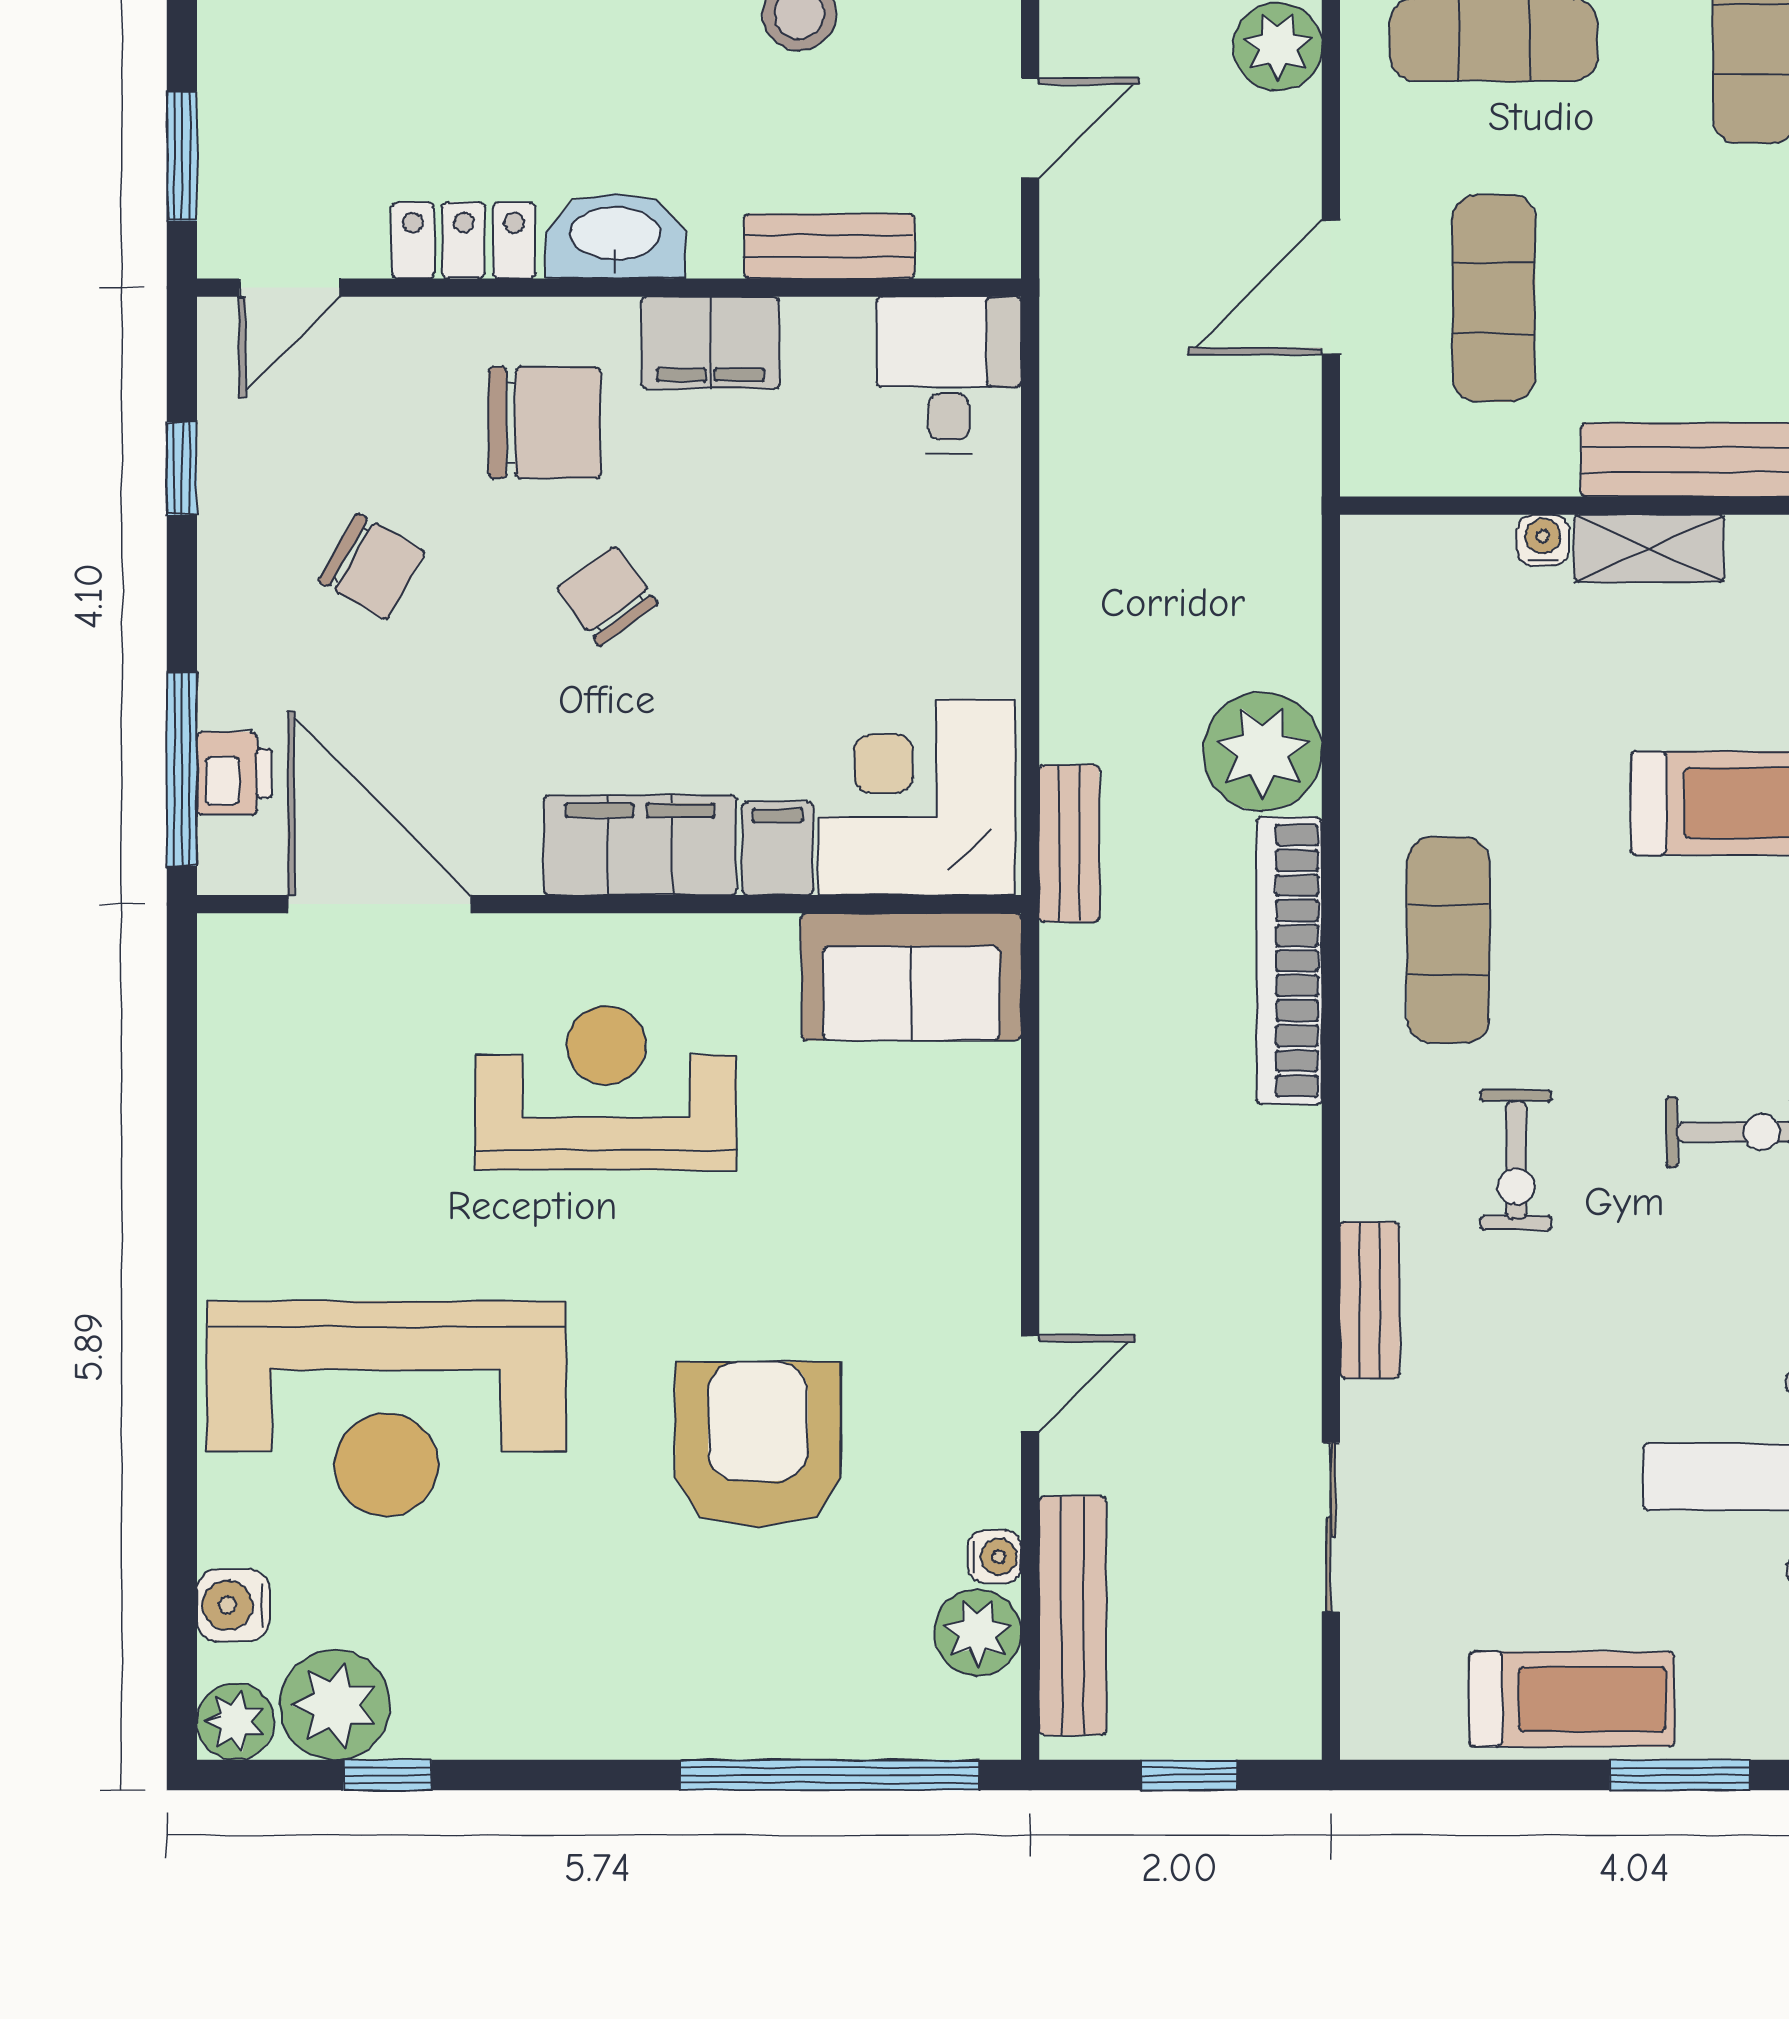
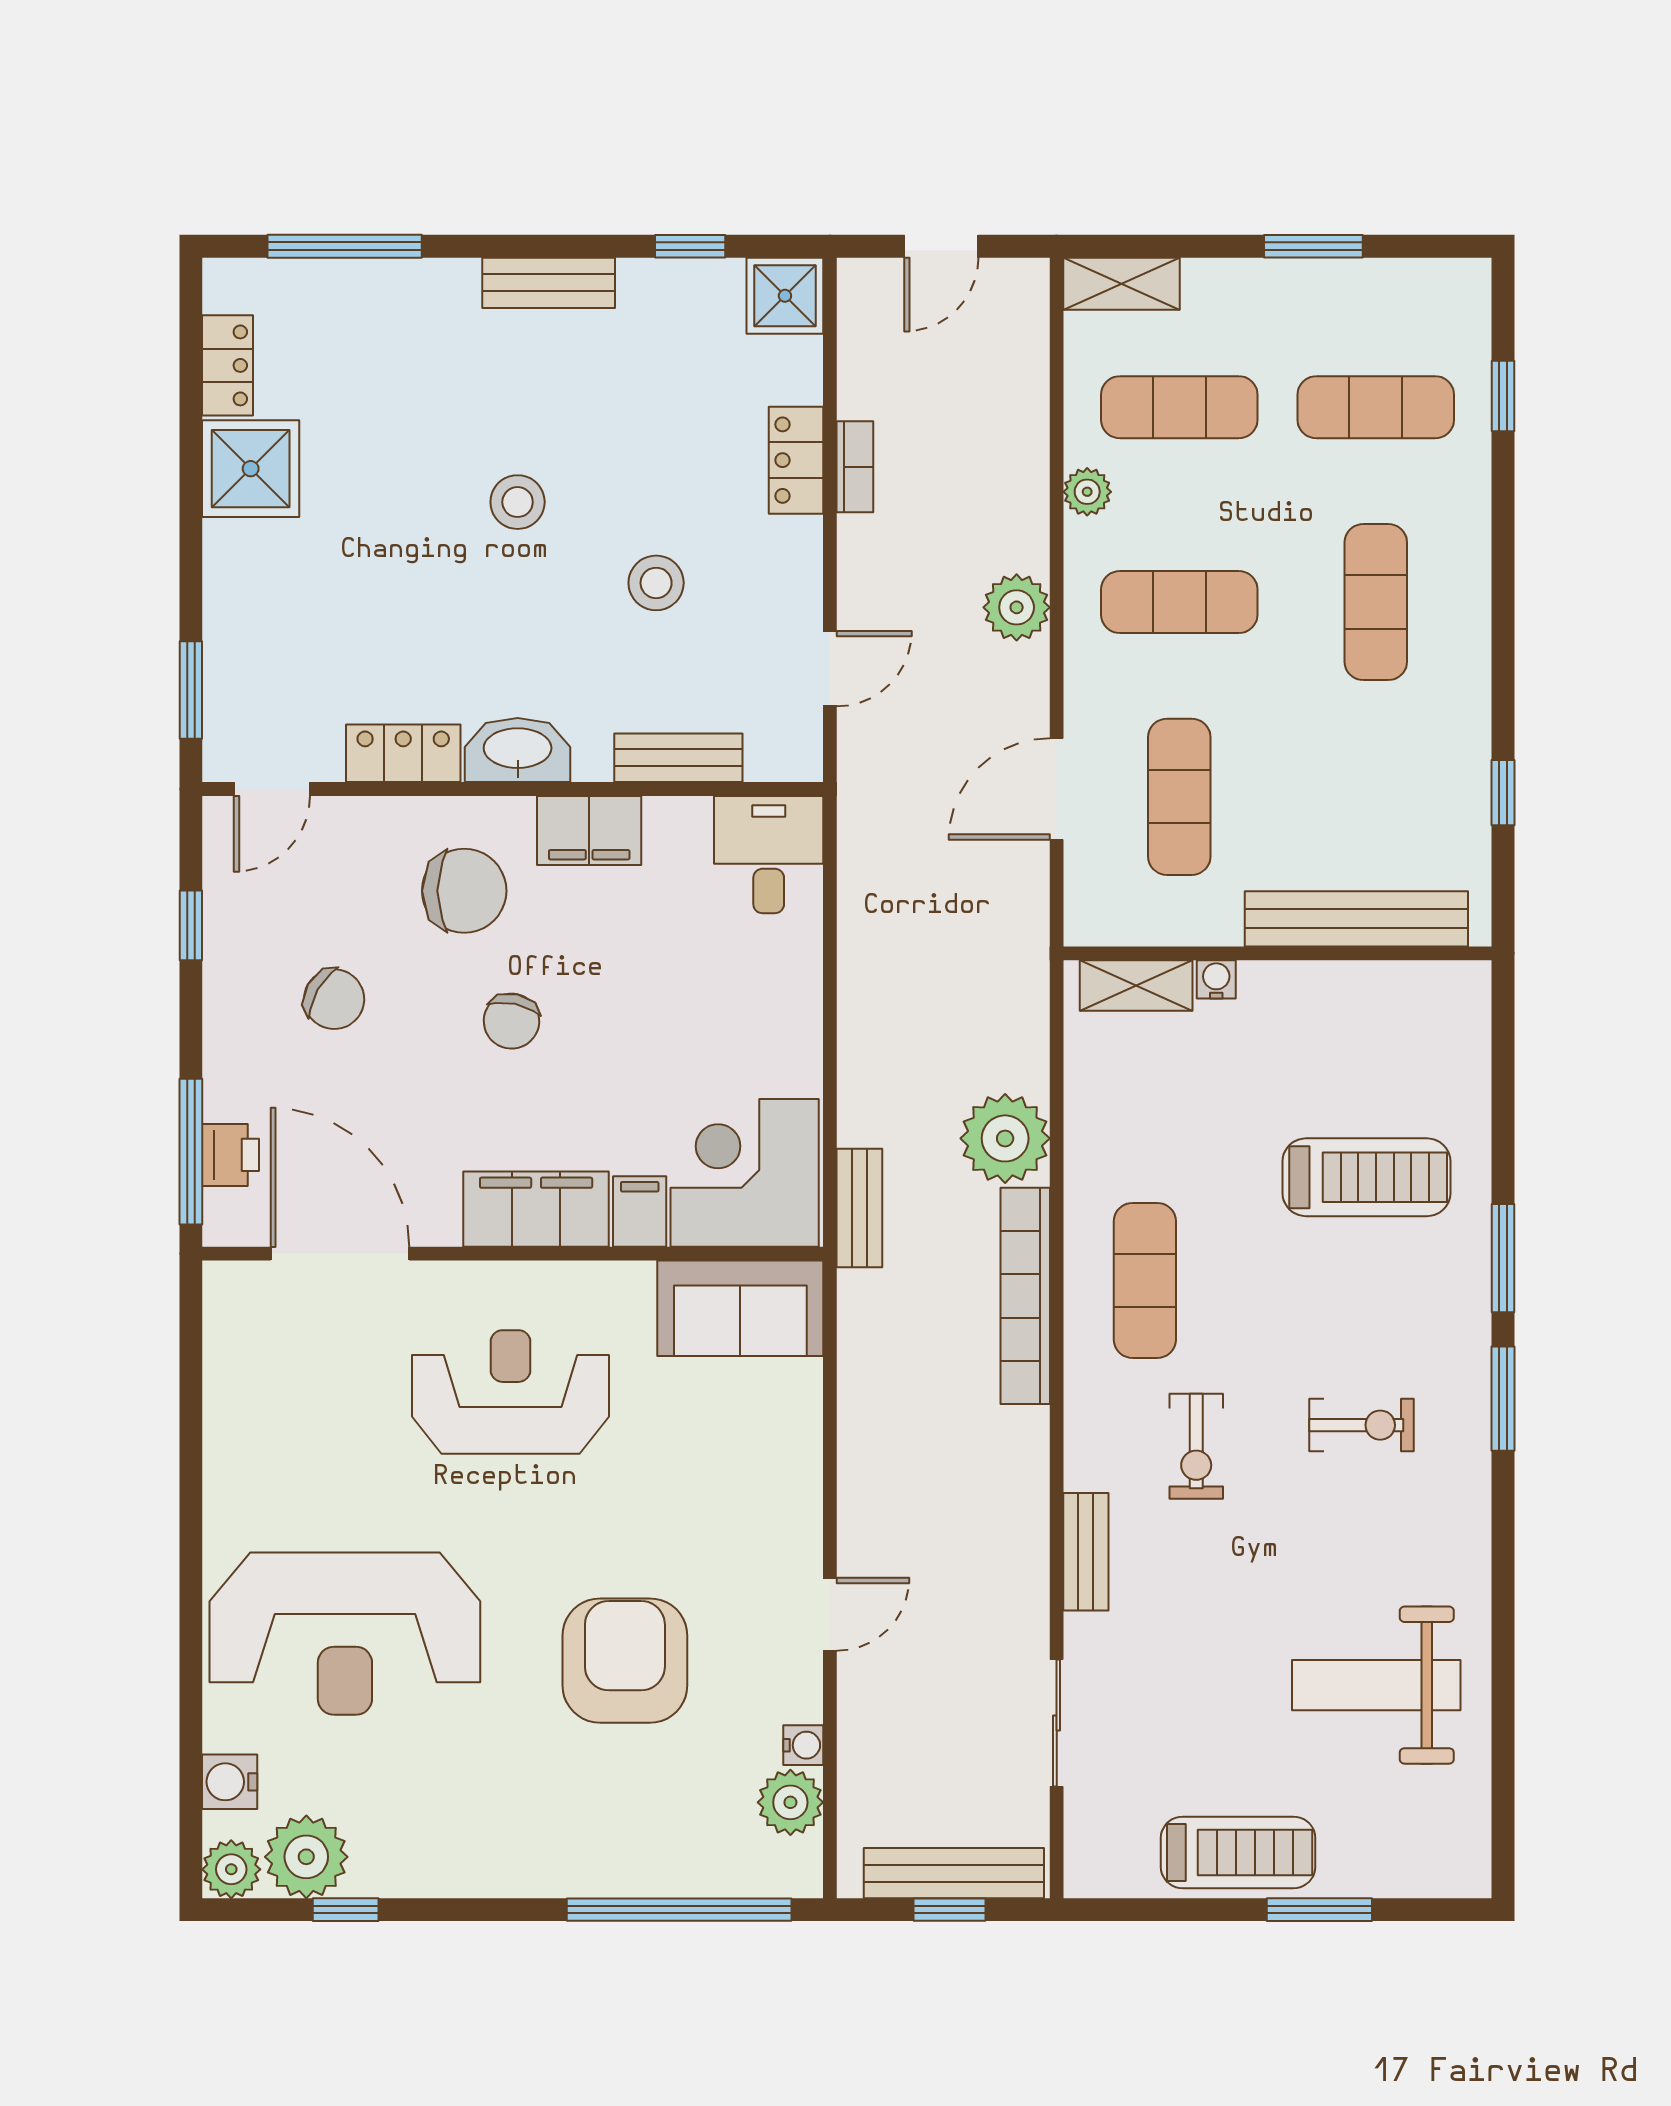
shelving: (1649, 548) -> (1136, 985), moved
chair: (607, 596) -> (511, 1021), turned -132
bench: (1073, 1616) -> (954, 1873), moved, turned 90

